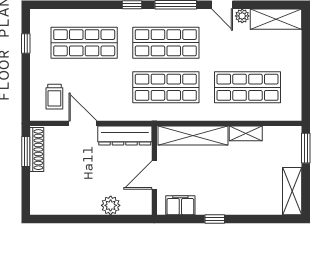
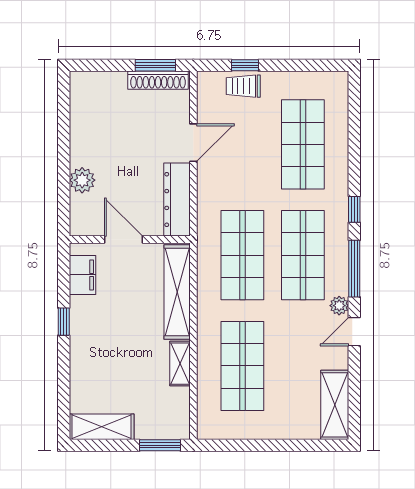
plant: (242, 16) -> (339, 306), moved
window: (26, 43) -> (245, 65), moved
trolley: (54, 97) -> (243, 86), moved

